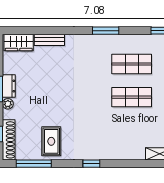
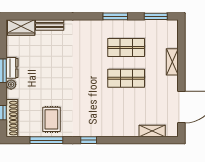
window: (106, 31) -> (115, 16), moved
window: (34, 164) -> (46, 140), moved

